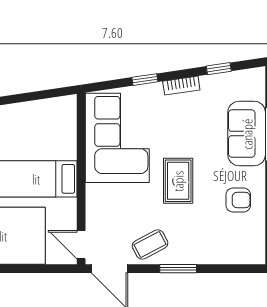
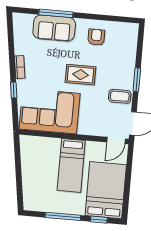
window: (219, 69) -> (11, 42), removed
coffee table: (150, 245) -> (120, 96), turned -62

